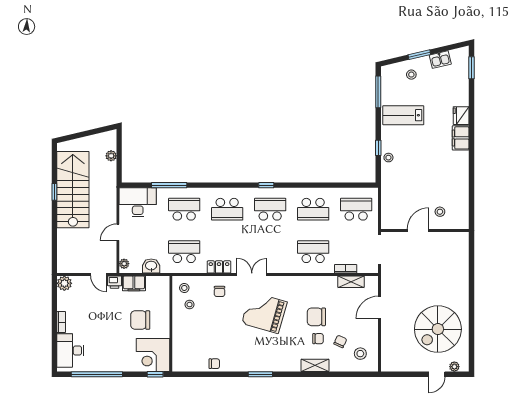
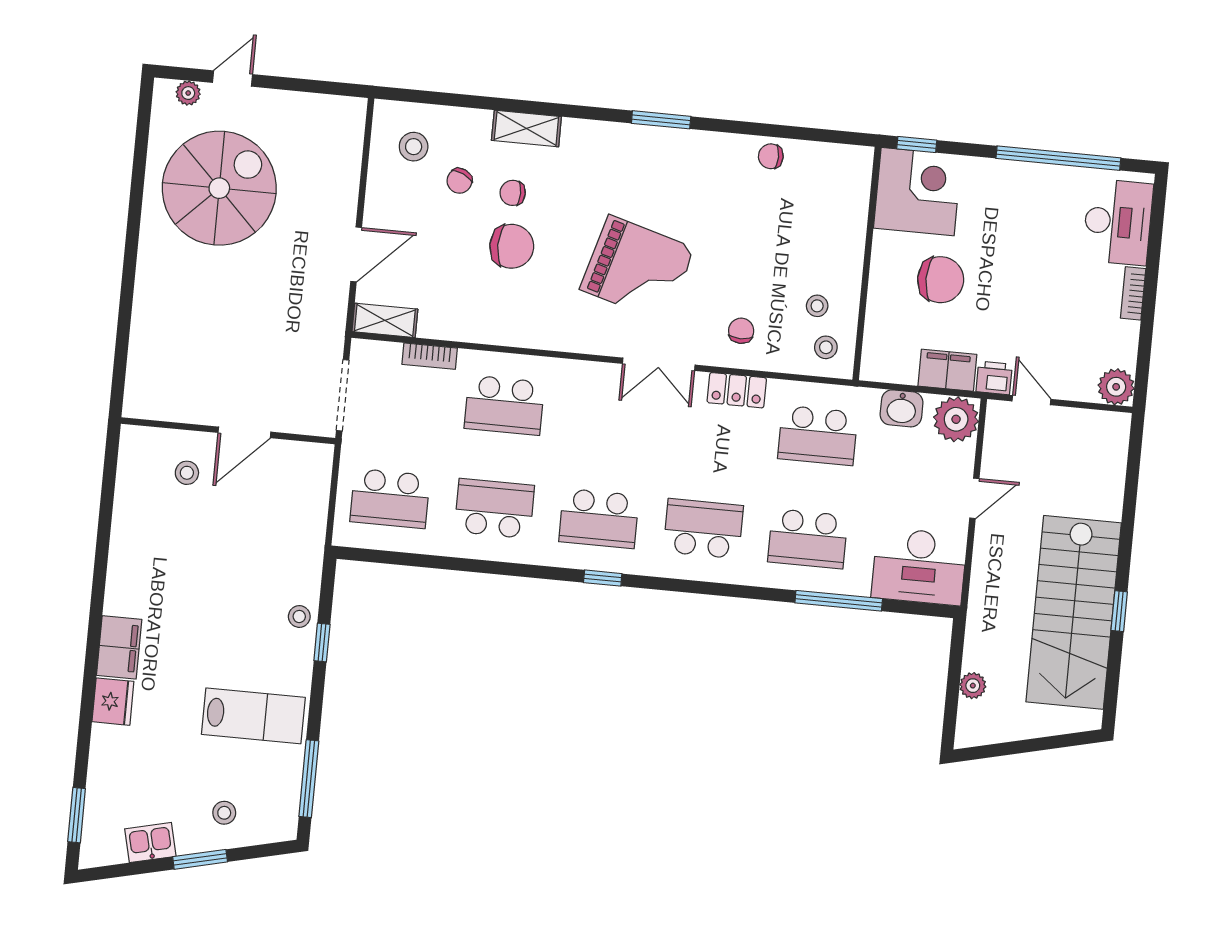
plant: (124, 264) -> (956, 419), width x1.87, depth x1.87
shelving: (351, 282) -> (385, 320), moved

